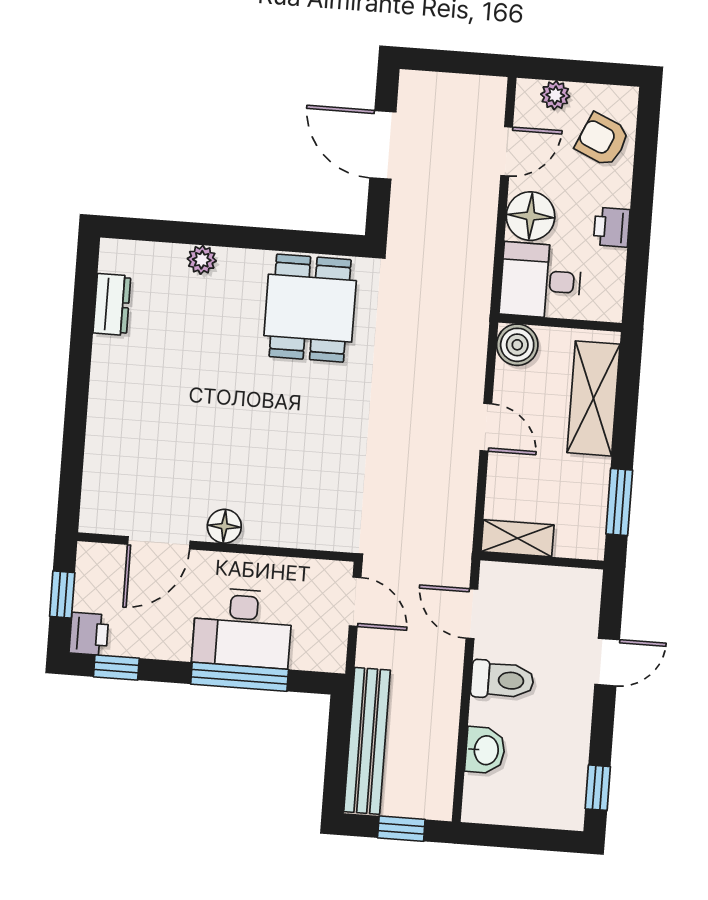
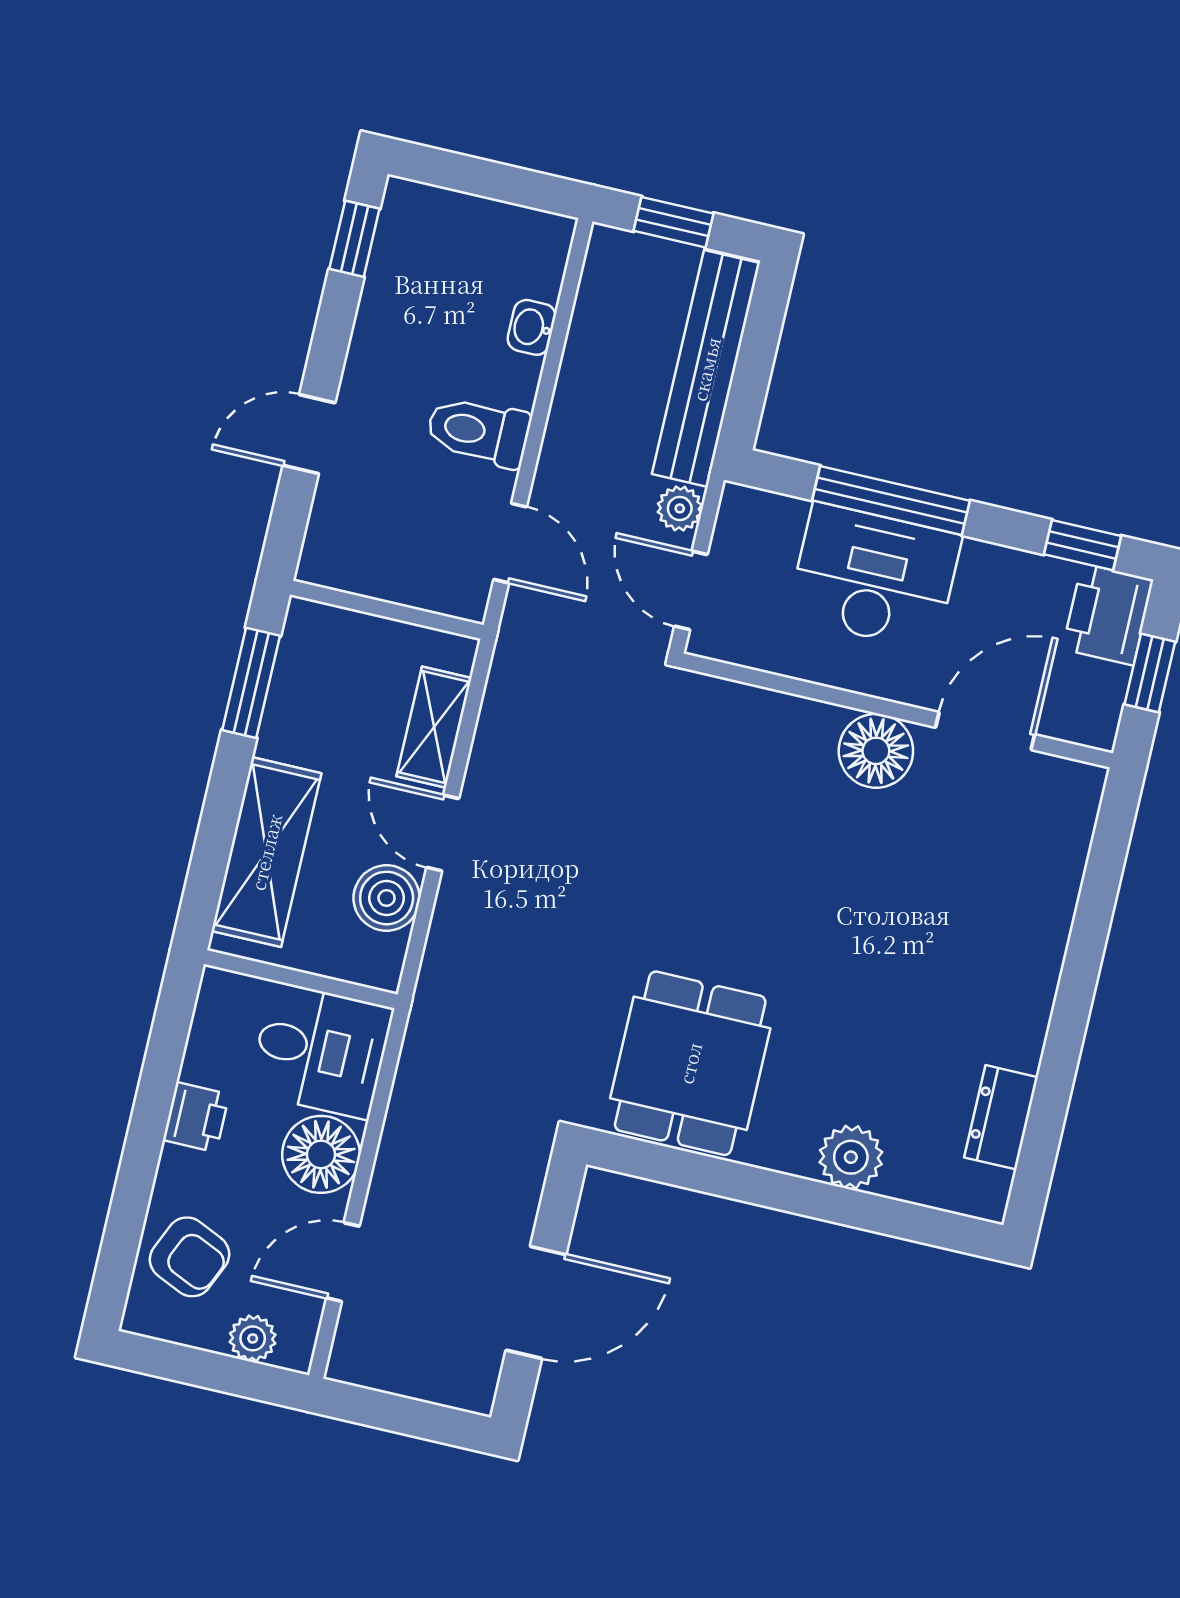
door: (383, 145) -> (536, 1302), hinge flipped
plant: (202, 260) -> (851, 1157), width x1.38, depth x1.38
boiler: (517, 345) -> (387, 898), moved
floor lamp: (224, 526) -> (876, 751), width x1.38, depth x1.38
shelving: (518, 538) -> (434, 727), moved, turned 90
printer: (89, 634) -> (1108, 614), width x1.36, depth x1.24
plant: (370, 652) -> (680, 508), added
washbasin: (485, 750) -> (532, 327), width x0.72, depth x0.69

